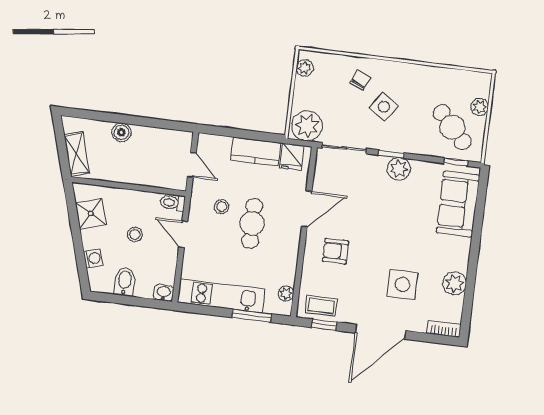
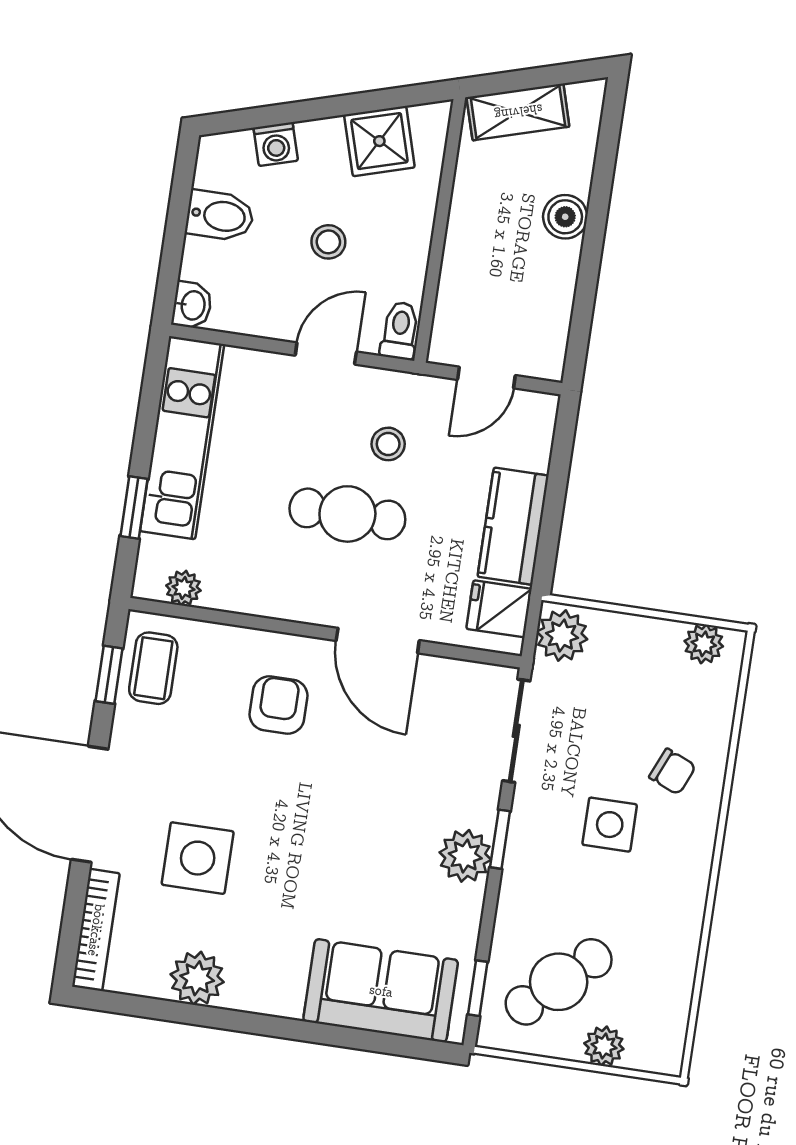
side table: (384, 107) -> (610, 825), turned -34
plant: (307, 126) -> (562, 636), width x0.73, depth x0.73
window: (252, 316) -> (134, 508), width x0.67
bookcase: (444, 329) -> (96, 930), width x1.56

